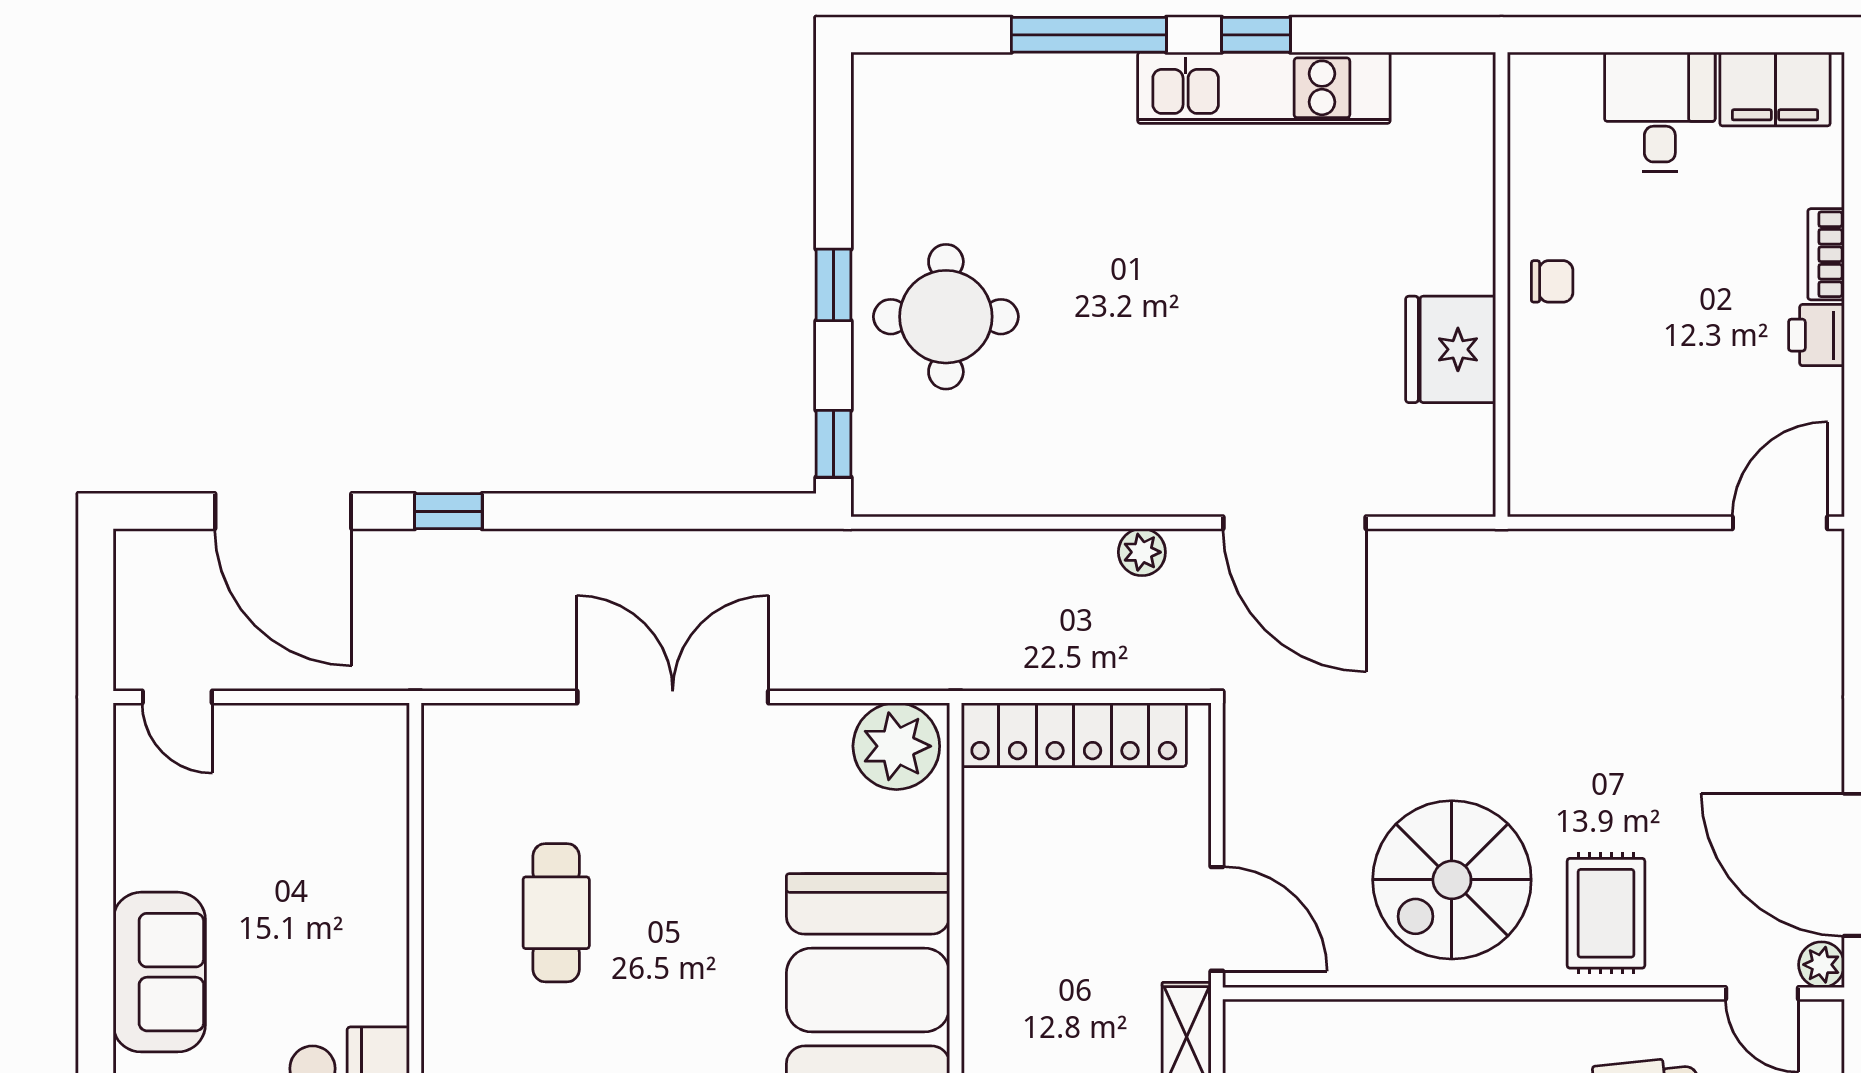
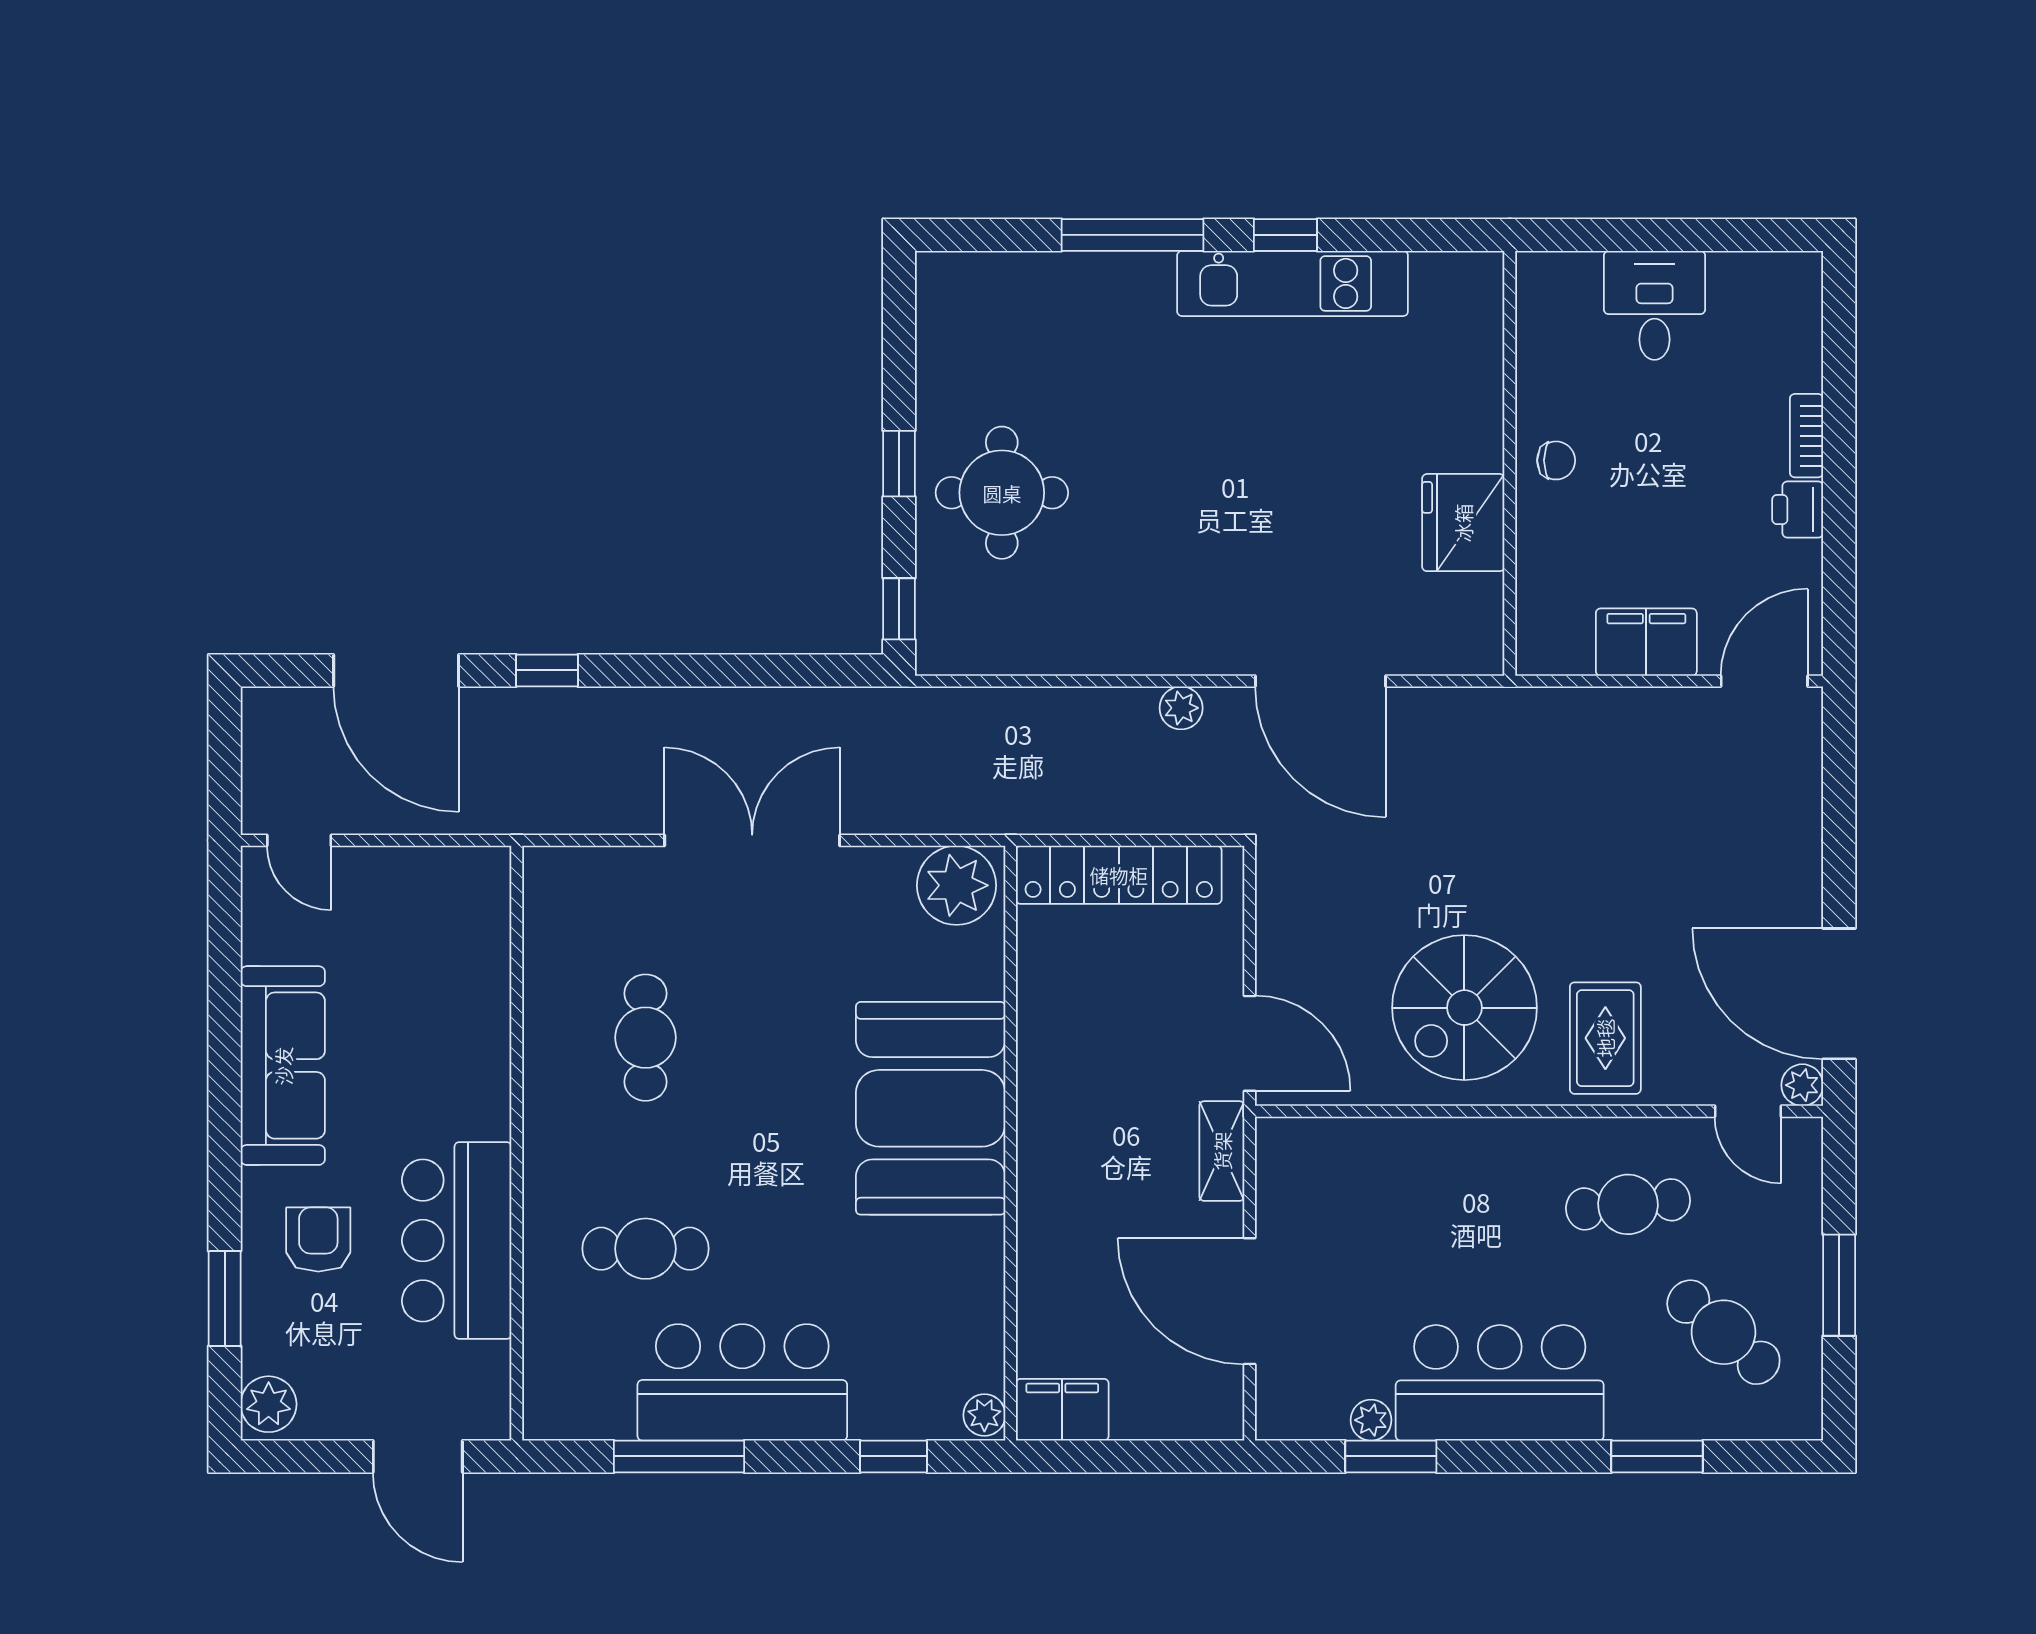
filing cabinet: (1775, 89) -> (1646, 642), moved, turned 180
sofa: (159, 972) -> (283, 1066), width x1.36

